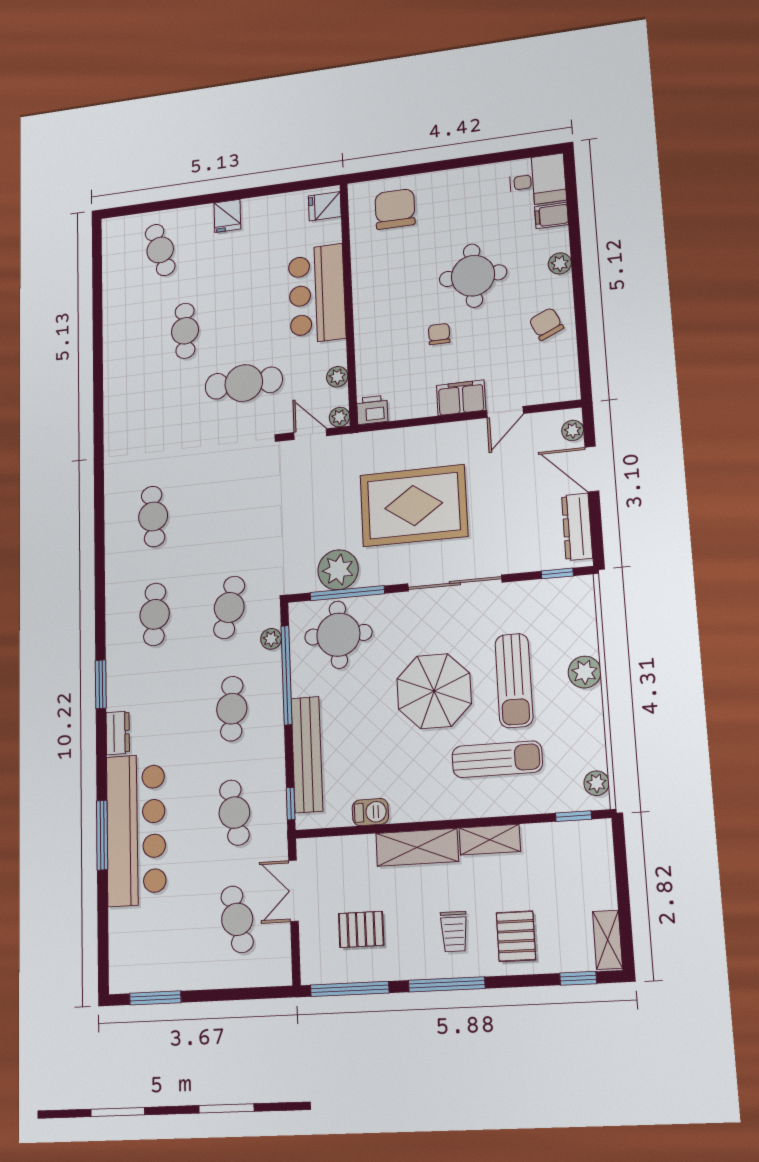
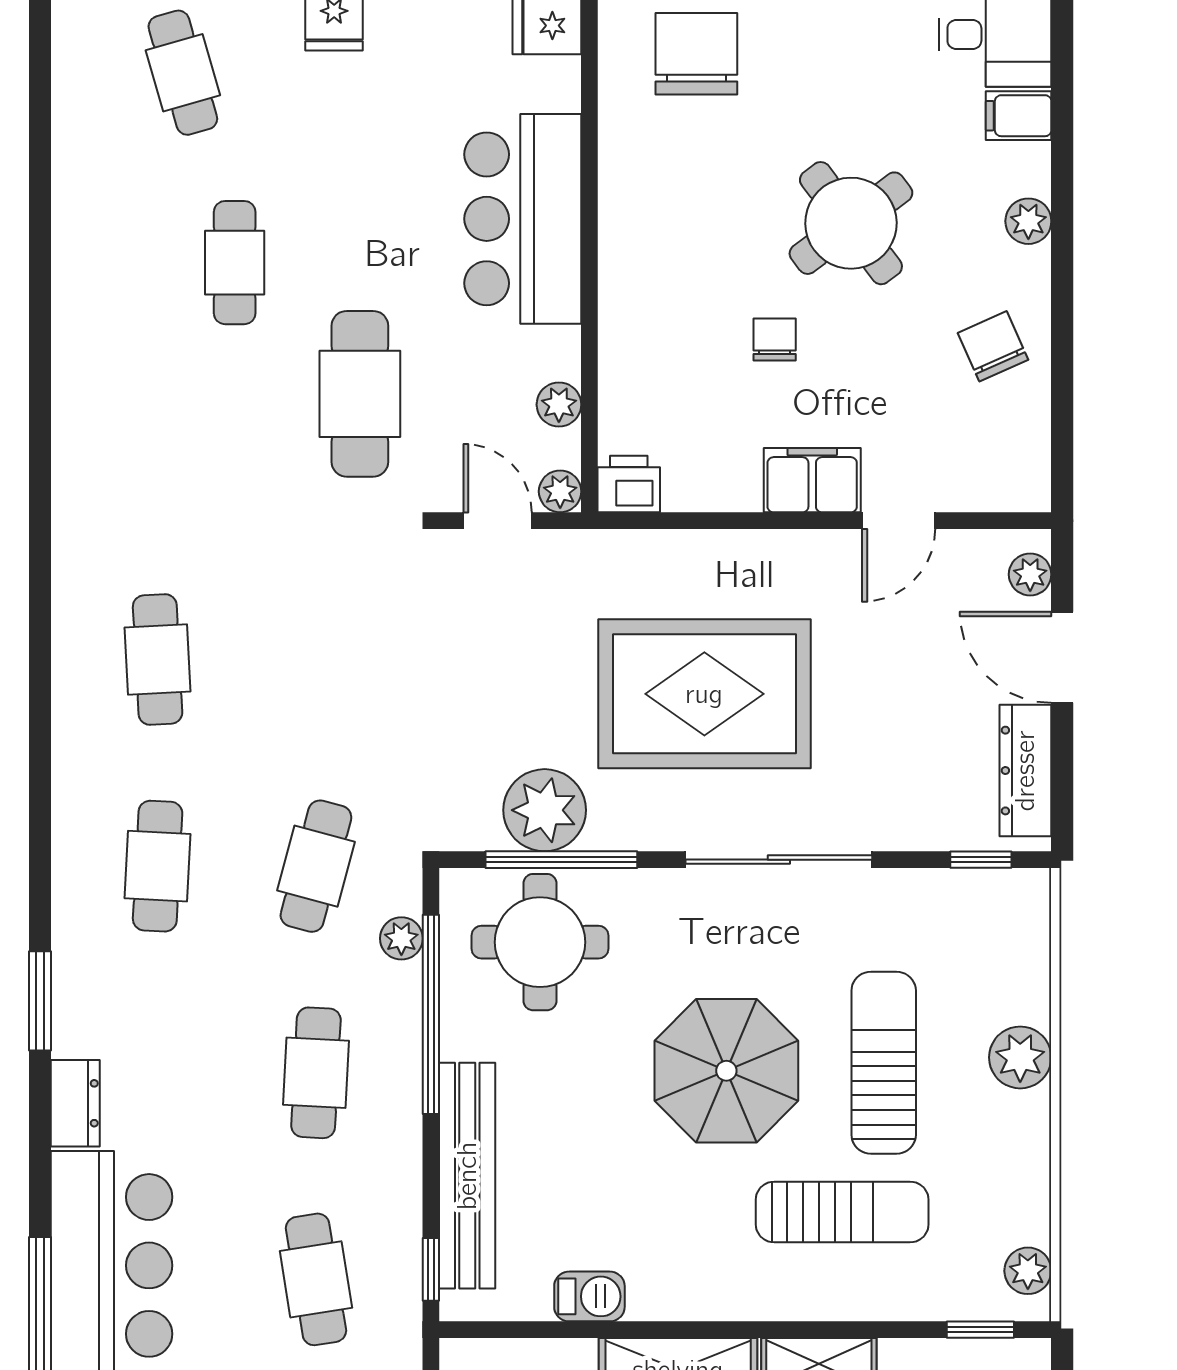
round table: (473, 276) -> (851, 223), turned -37
cafe table: (244, 383) -> (360, 394), turned 90
sun lounger: (514, 681) -> (884, 1063), turned 180

